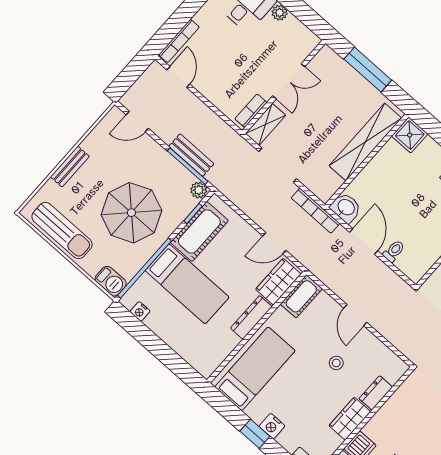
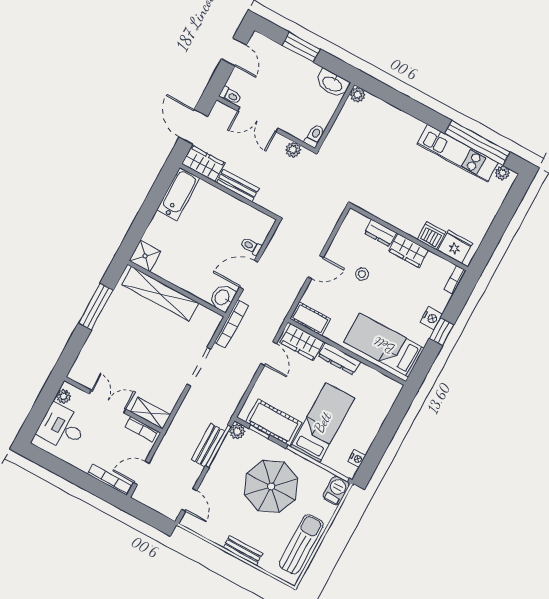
double door: (289, 81) -> (107, 402), moved
wall: (284, 87) -> (113, 405), moved
bookcase: (251, 111) -> (141, 429), moved
shelving: (266, 124) -> (150, 413), moved

